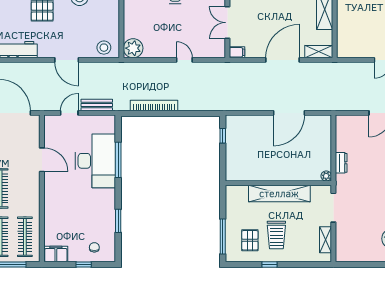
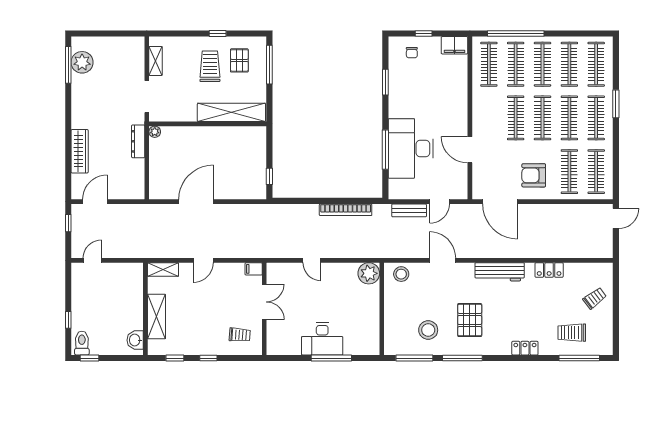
door: (283, 60) -> (203, 260), width x0.53
dresser: (341, 163) -> (138, 141), width x1.44
shelving: (279, 193) -> (231, 112), moved

